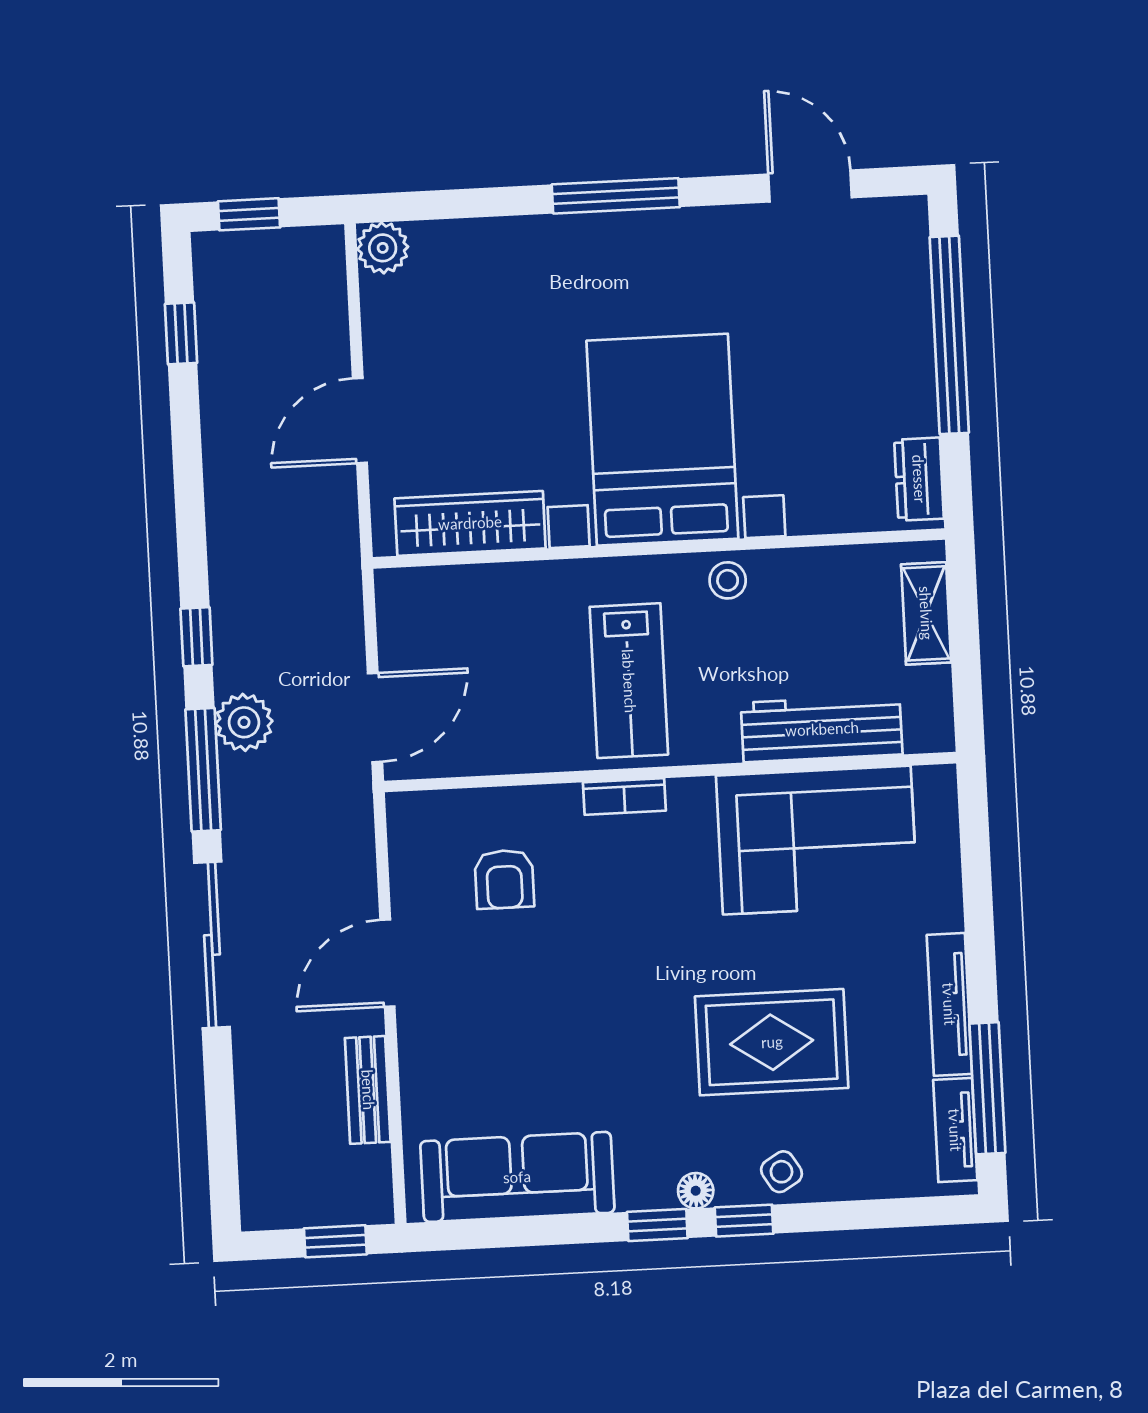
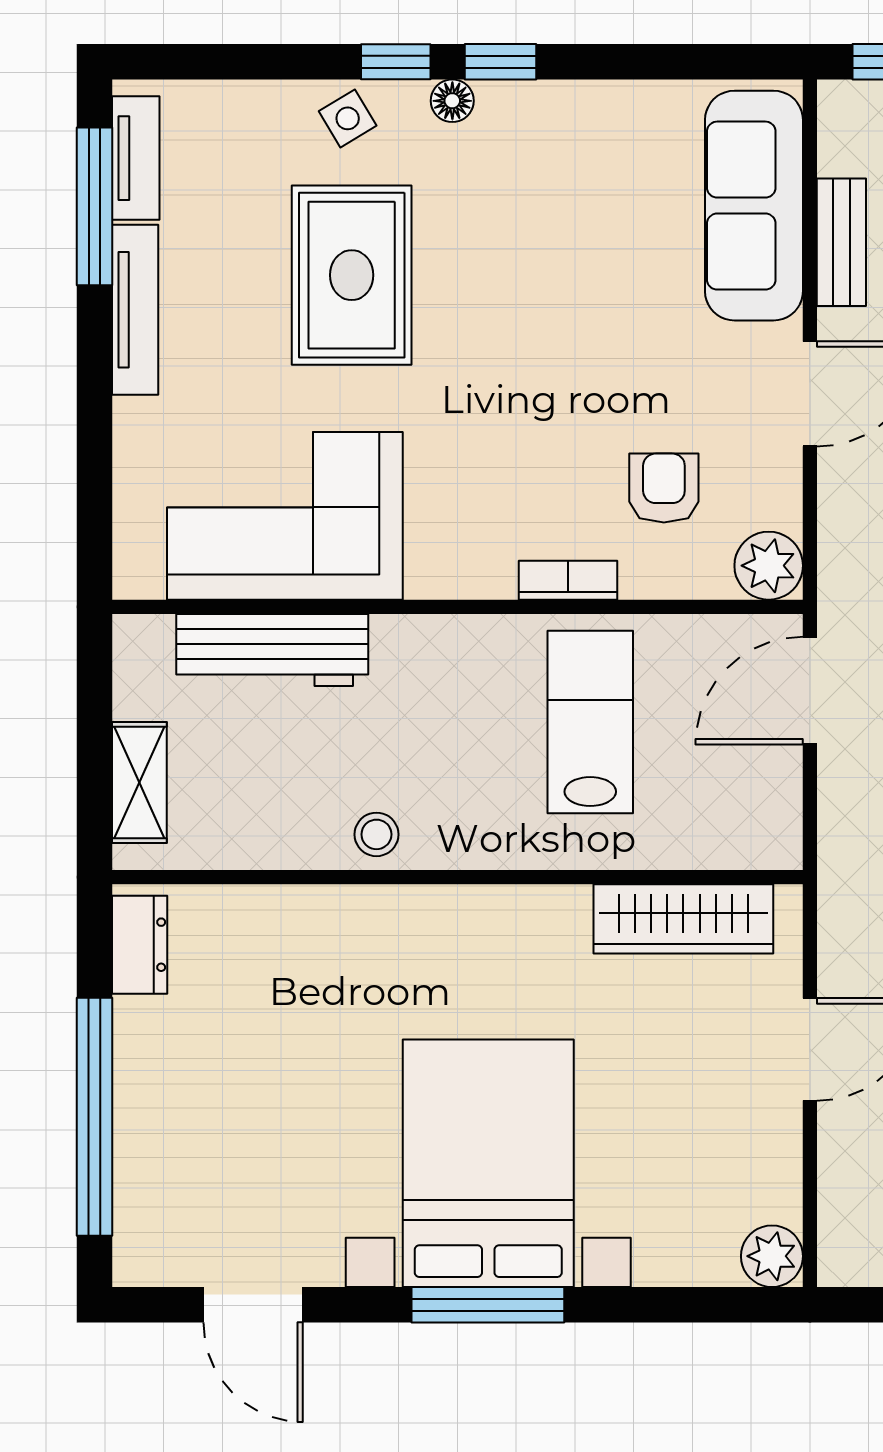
bed with nightstands: (662, 440) -> (488, 1163), moved, turned 180
lab bench: (629, 681) -> (590, 722), moved
bookcase: (624, 797) -> (568, 580), moved
plant: (414, 819) -> (769, 566), added
rug: (772, 1042) -> (352, 275), turned 90
sofa: (517, 1177) -> (754, 206), moved, turned 90

